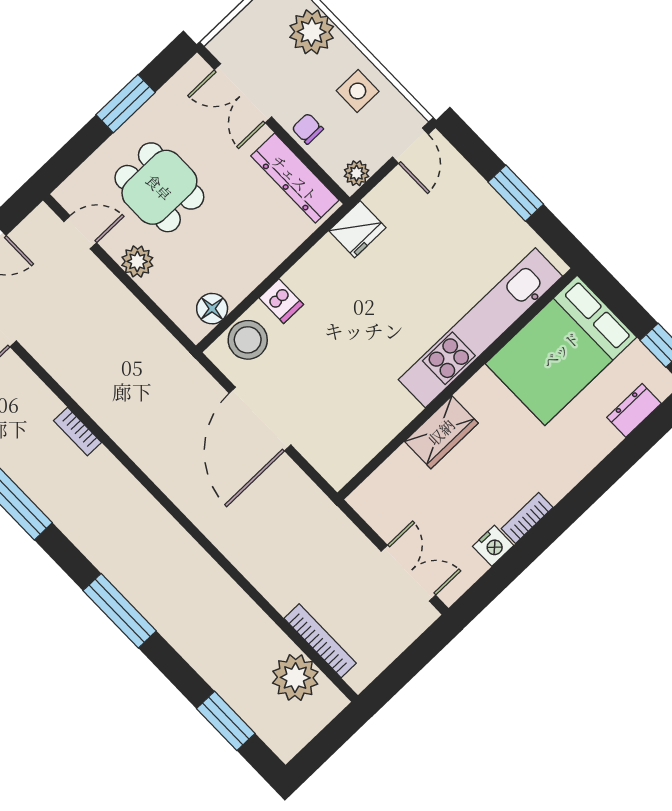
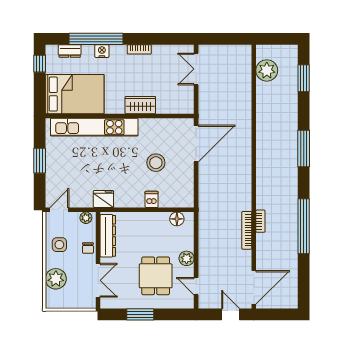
stool: (248, 340) -> (156, 163), moved
door: (260, 419) -> (196, 143), moved
window: (611, 469) -> (96, 39), added
nightstand: (493, 546) -> (102, 51), moved
bookcase: (320, 641) -> (247, 230), moved

